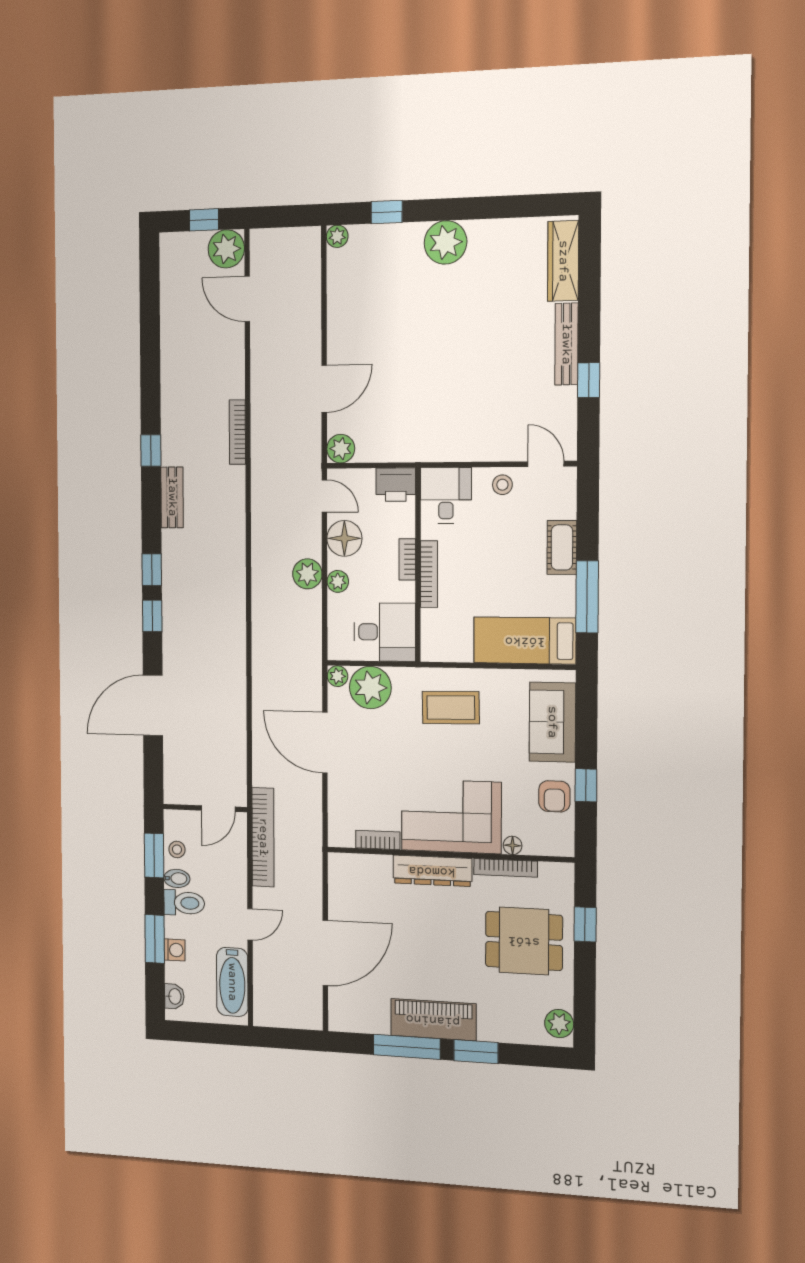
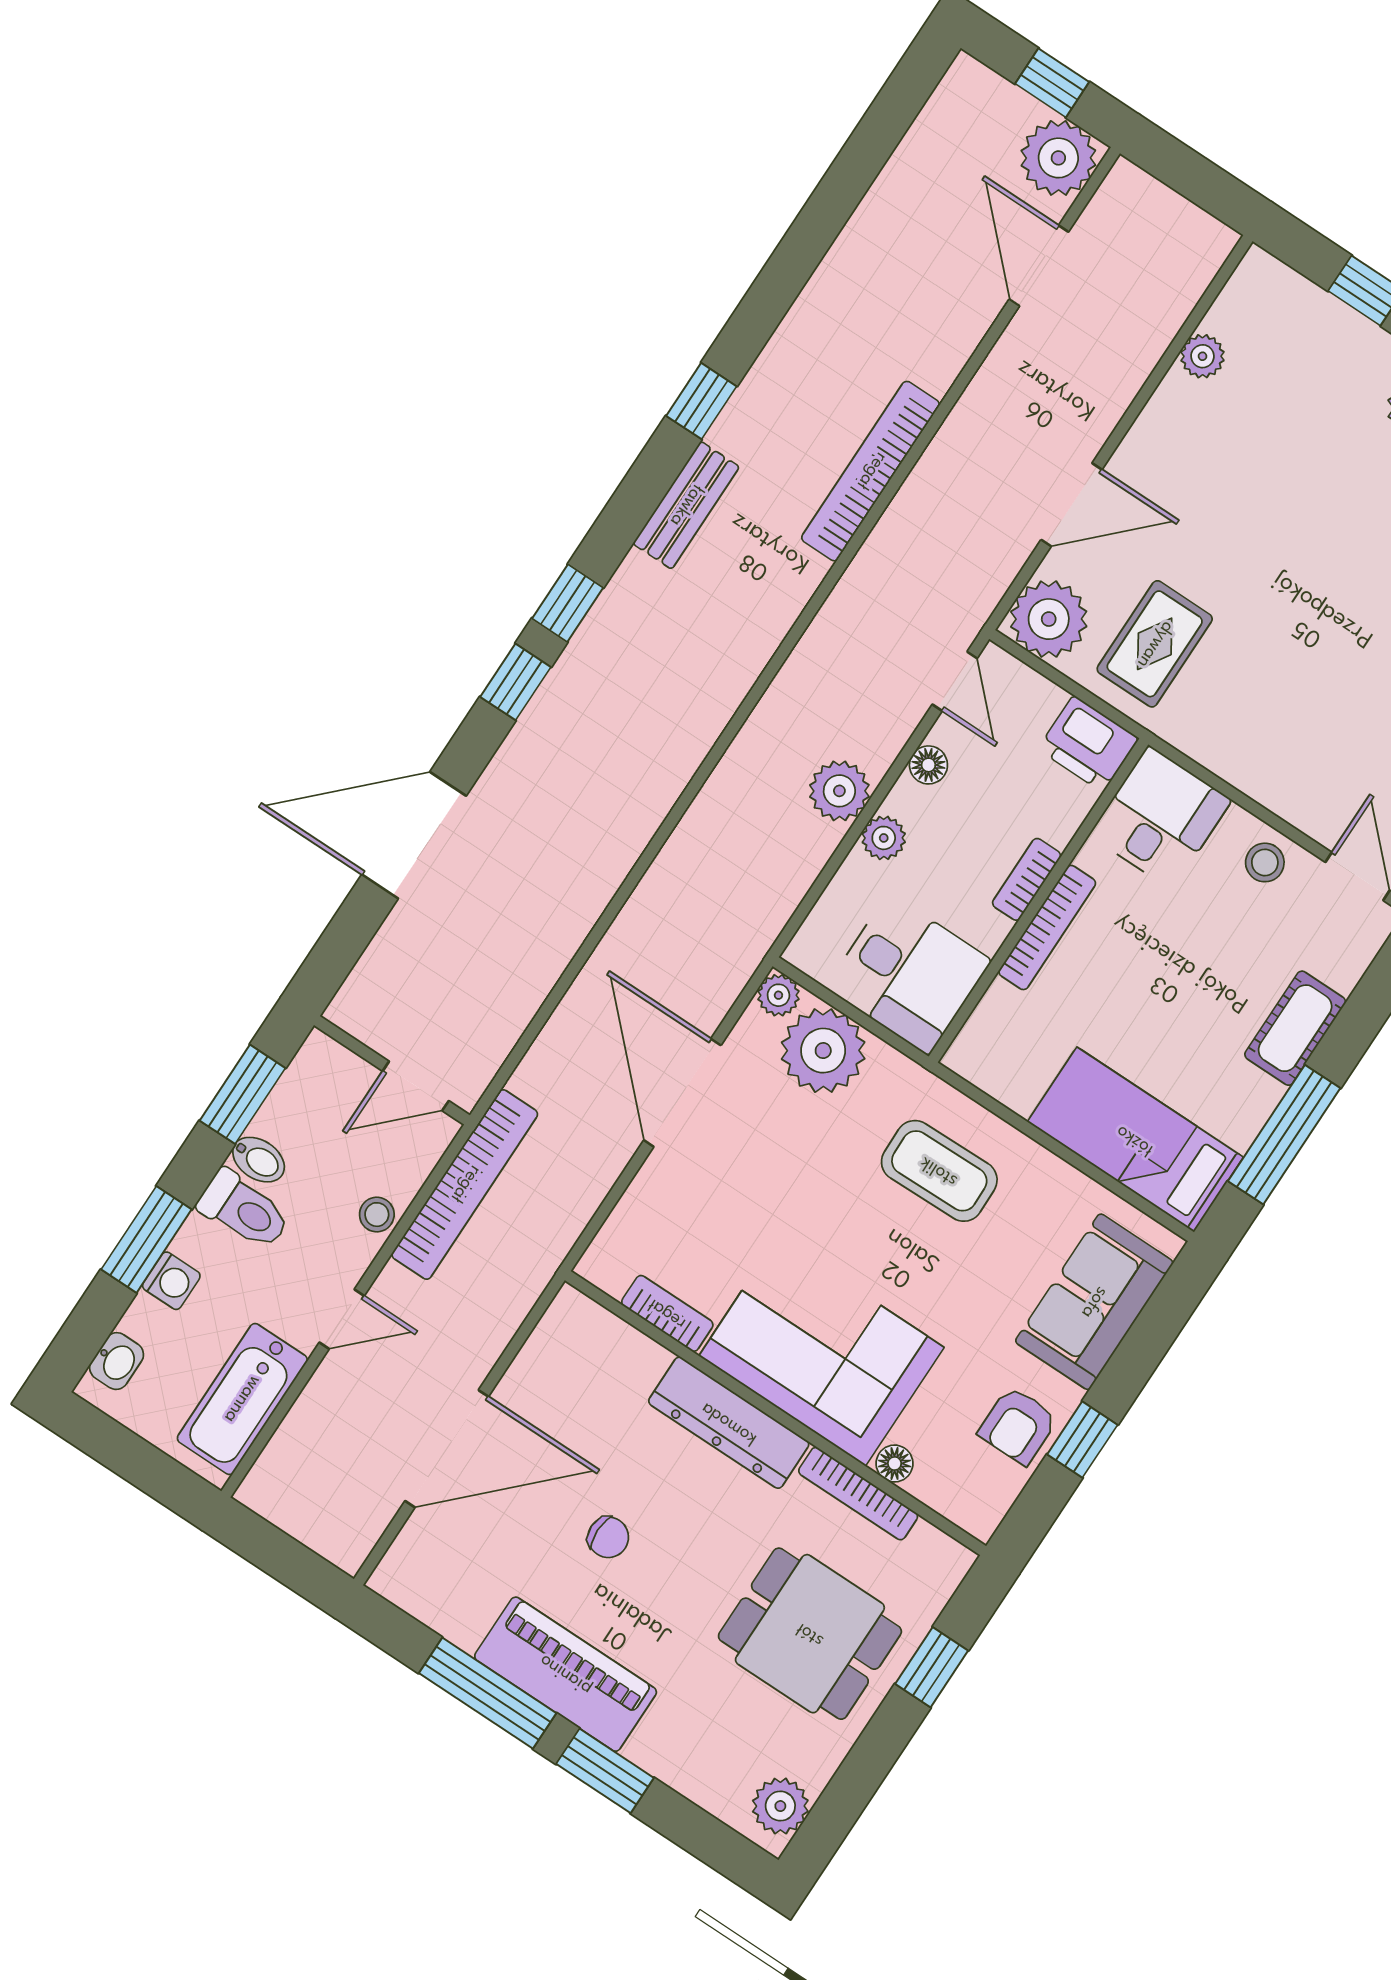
plant: (337, 236) -> (1202, 356), moved
rug: (396, 423) -> (1155, 644), added
bookcase: (237, 432) -> (871, 471), width x1.48, depth x1.31
plant: (341, 449) -> (1049, 619), width x1.36, depth x1.36
floor lamp: (344, 538) -> (928, 765), width x0.53, depth x0.53
stool: (177, 850) -> (377, 1215), moved
chair: (414, 950) -> (608, 1537), added

